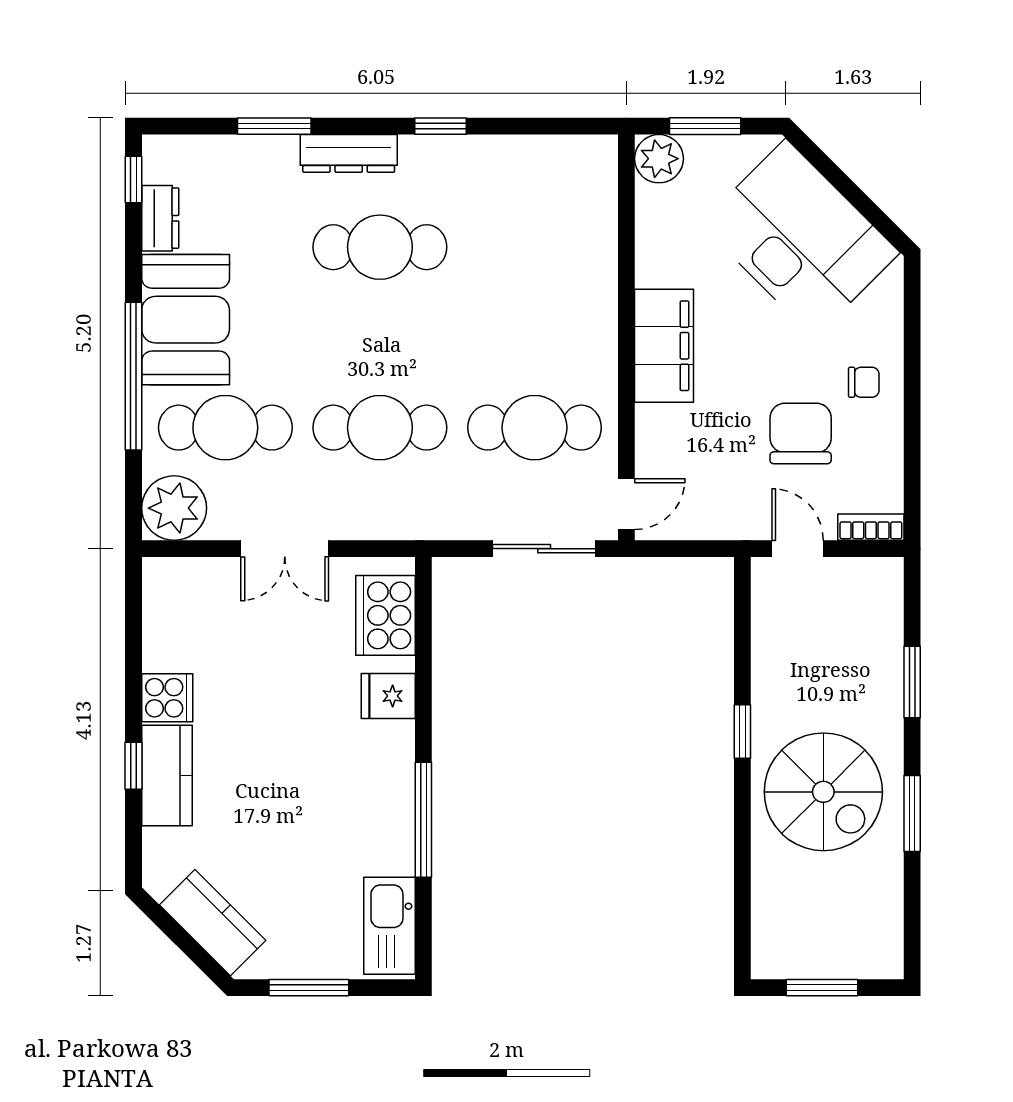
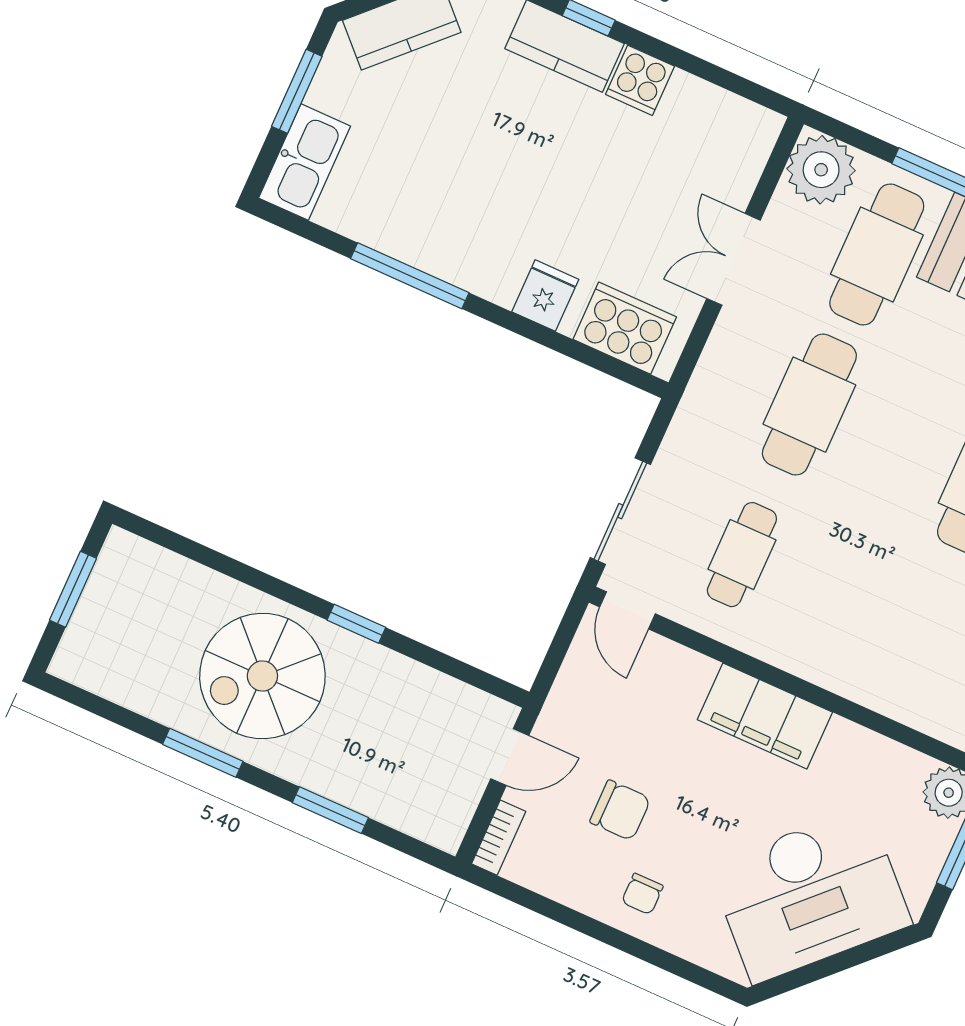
cafe table: (535, 428) -> (742, 555), width x0.73, depth x0.74
chair: (801, 433) -> (620, 810), width x0.73, depth x0.73
kitchen sink: (389, 926) -> (305, 162), moved, turned 90

